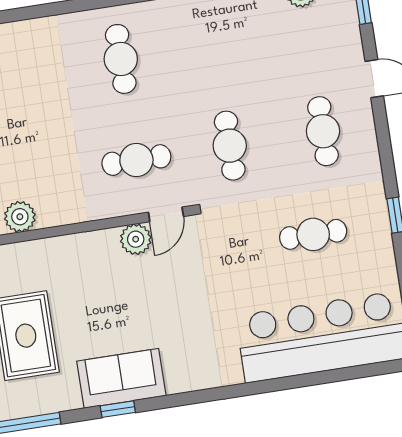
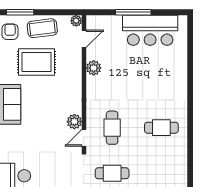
door: (166, 214) -> (84, 138), hinge flipped

